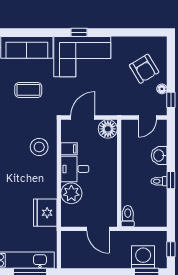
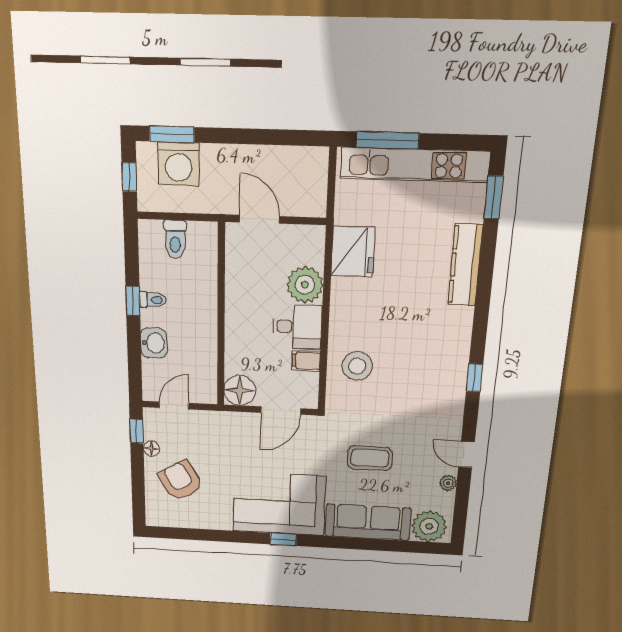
toilet: (128, 216) -> (175, 239), moved

